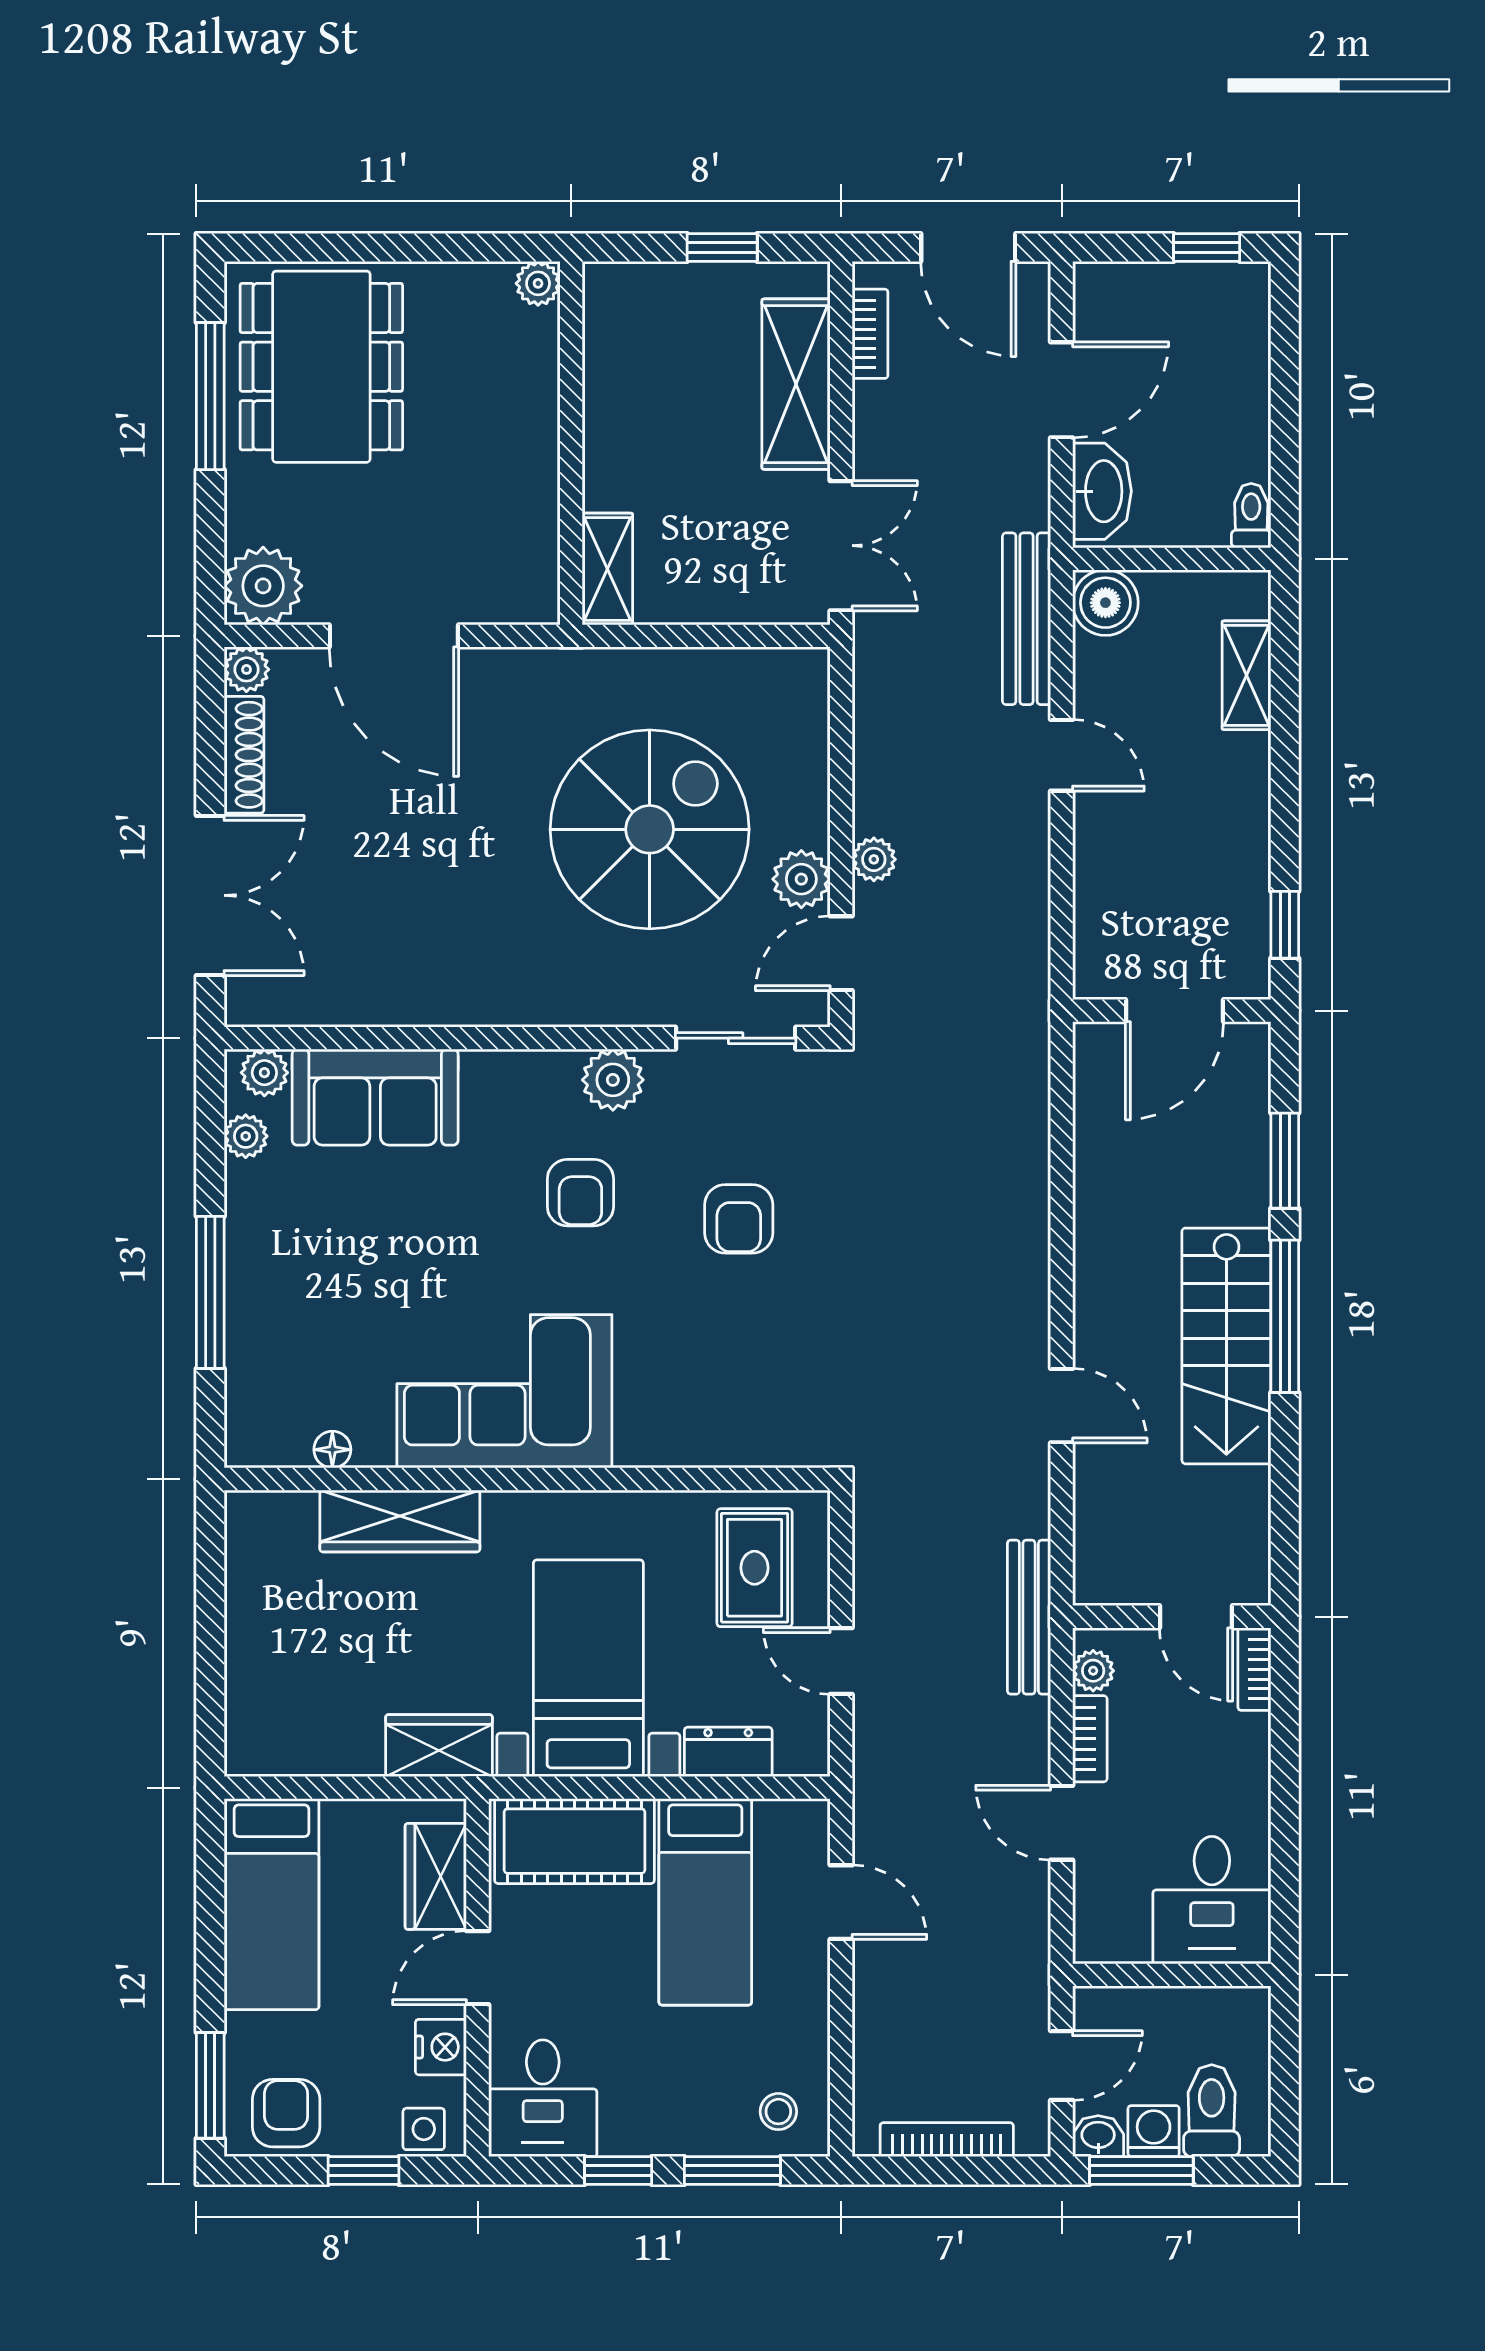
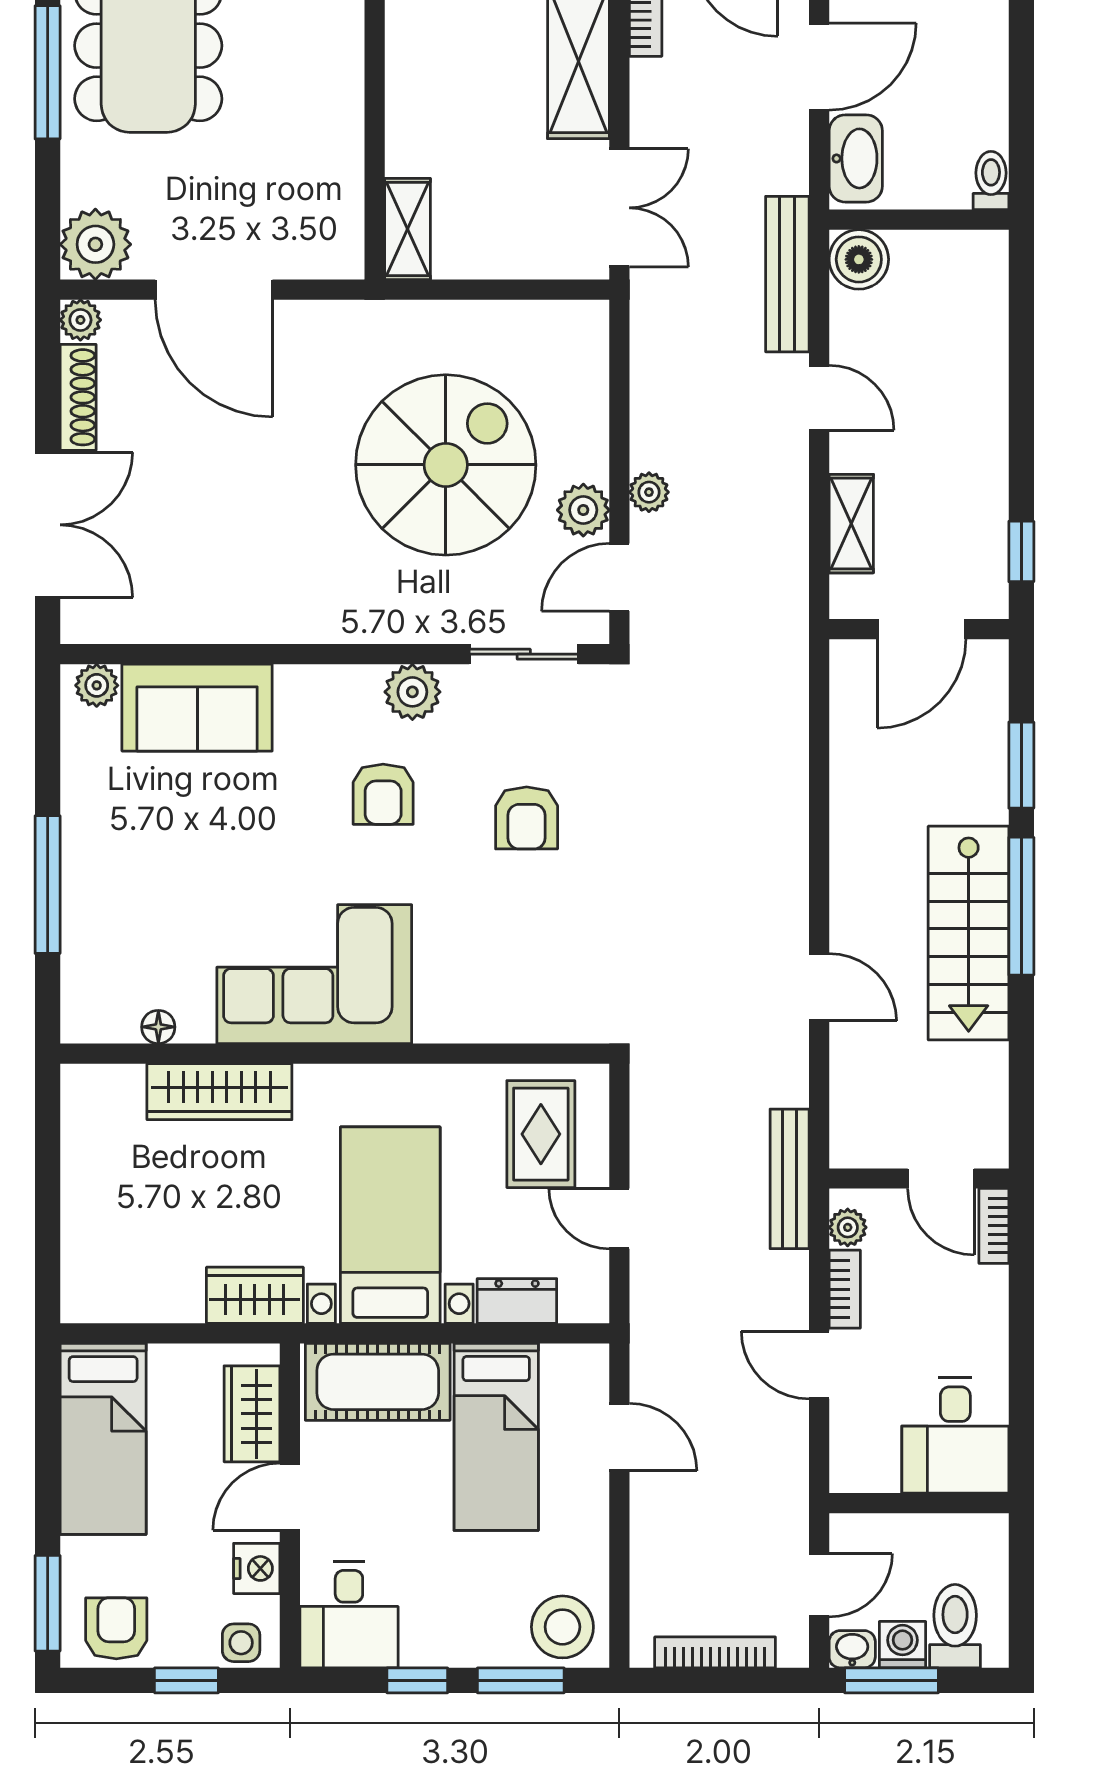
shelving: (1247, 675) -> (851, 524), moved
plant: (246, 1136) -> (80, 743), removed
stool: (778, 2112) -> (562, 1627), width x1.89, depth x1.89

